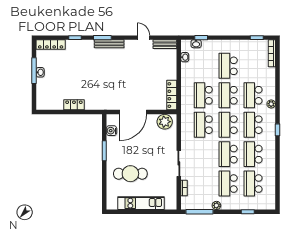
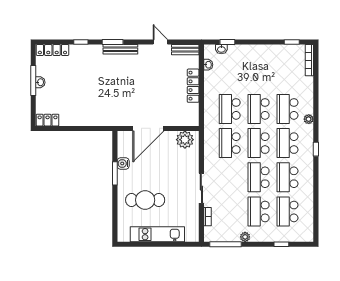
school desk: (228, 66) -> (259, 75), removed
locker: (172, 95) -> (193, 86), moved
locker: (74, 105) -> (48, 120), moved
water cooler: (111, 131) -> (123, 163), moved

